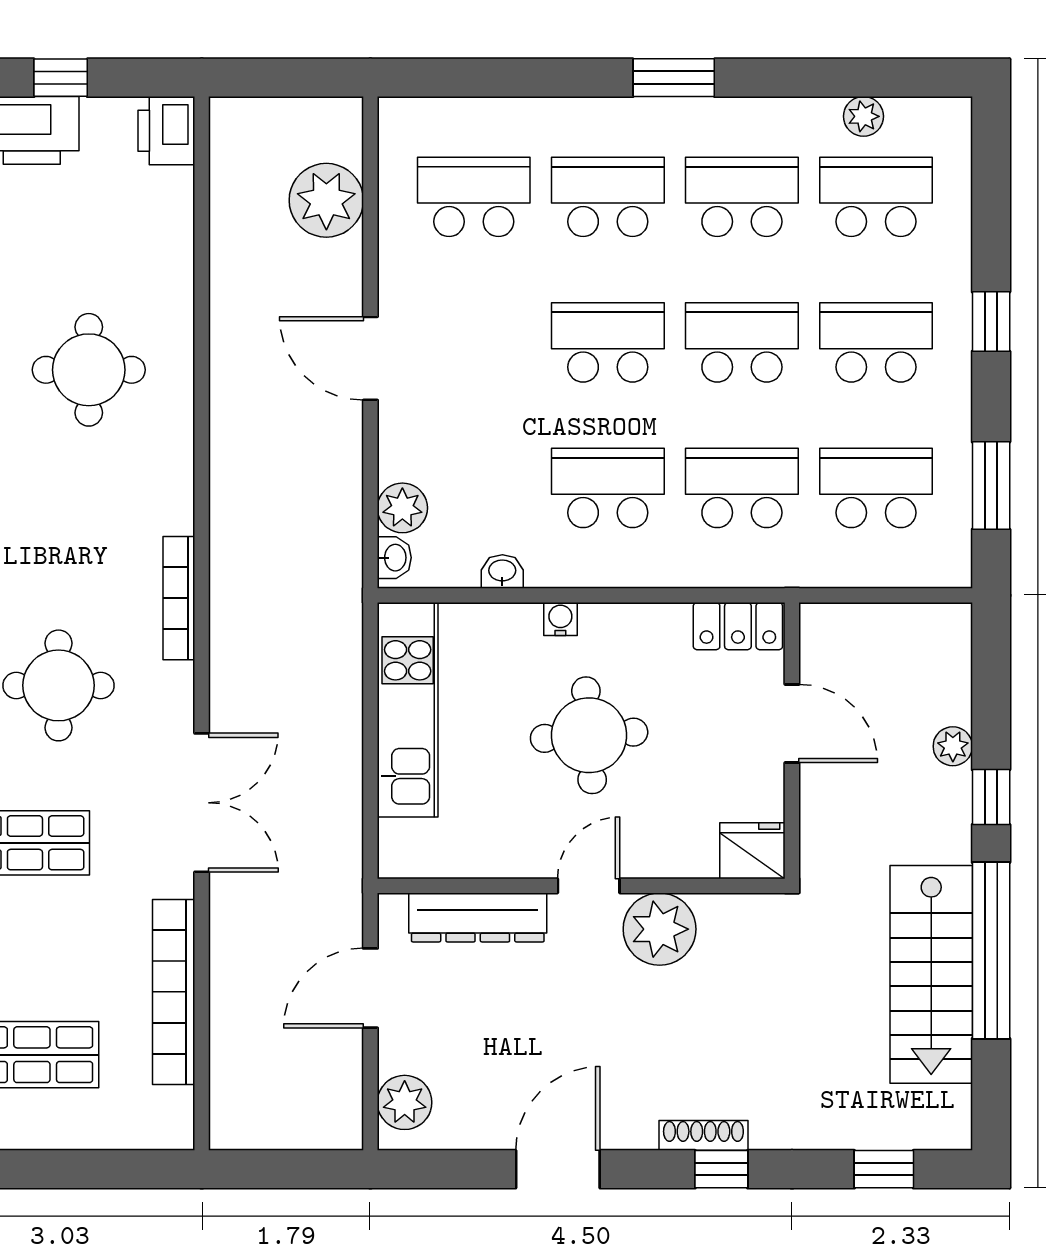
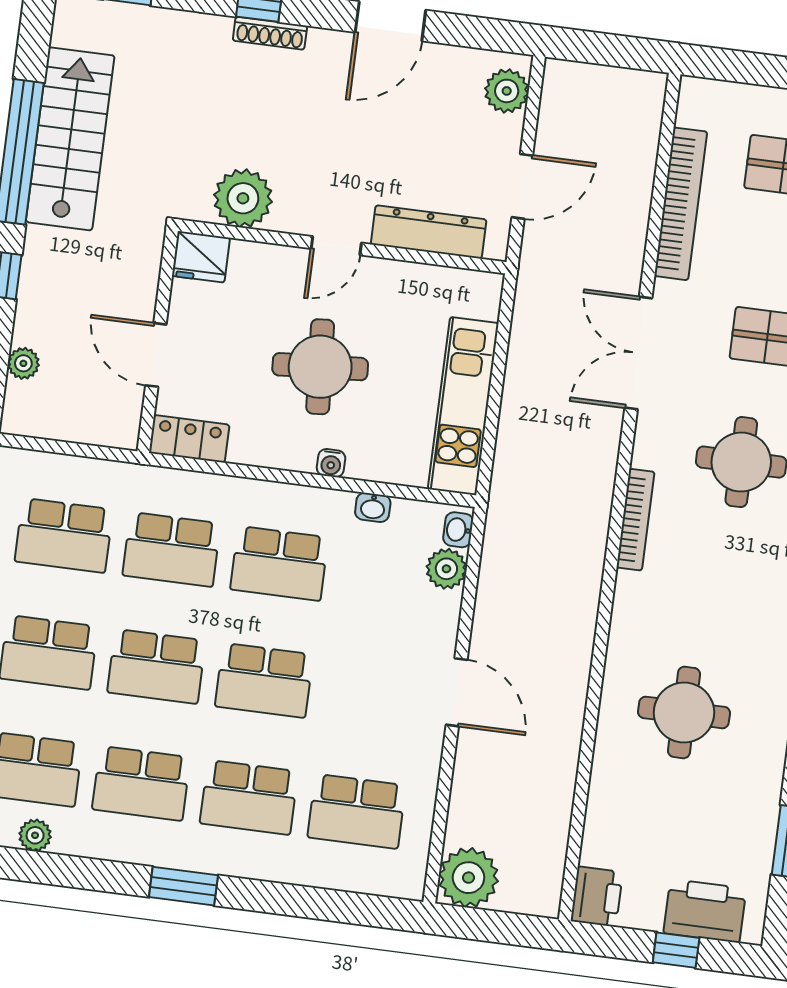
plant: (326, 200) -> (468, 878), moved
plant: (953, 746) -> (23, 363), moved
plant: (660, 929) -> (243, 198), moved

